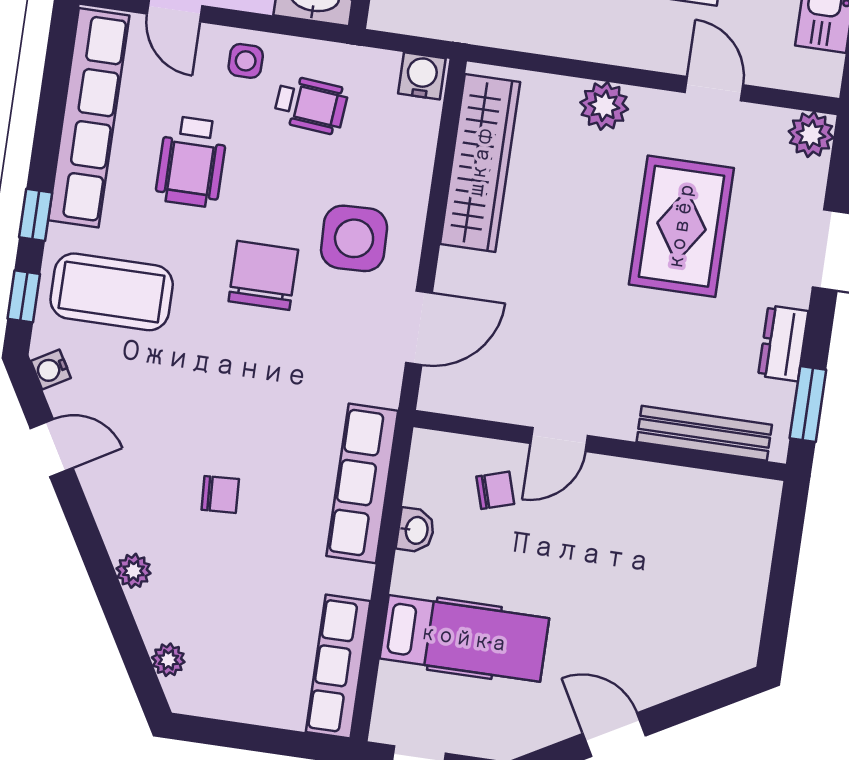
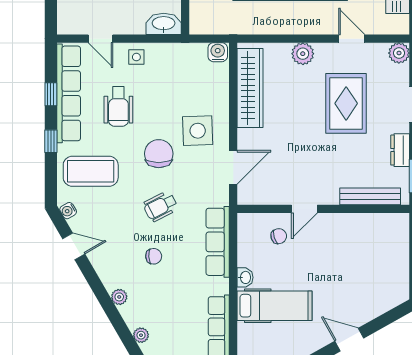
wheelchair: (311, 105) -> (160, 206), moved, turned 148
window: (24, 296) -> (51, 94), moved
washbasin: (416, 530) -> (245, 277), moved

